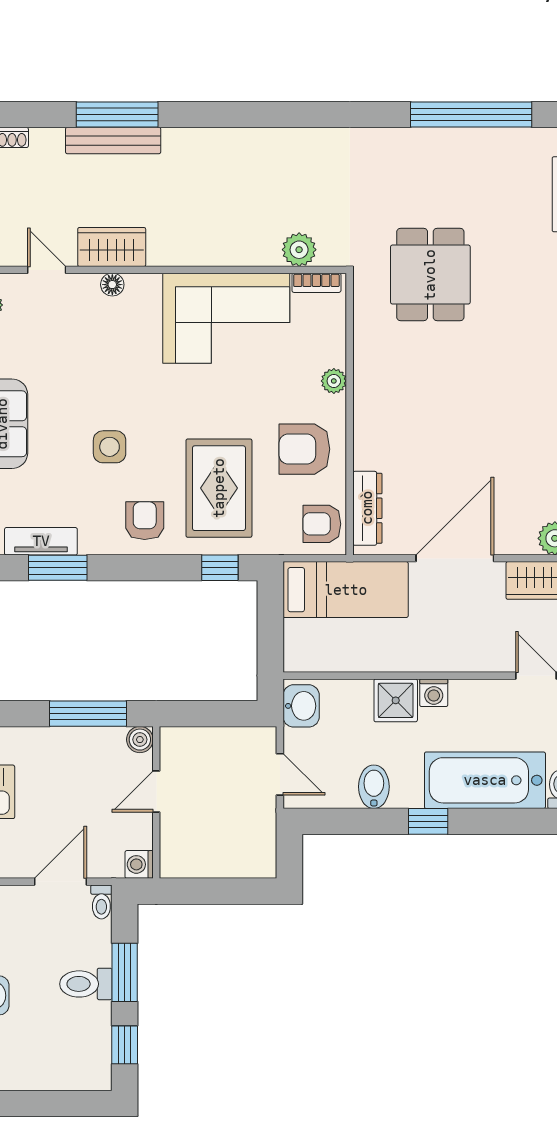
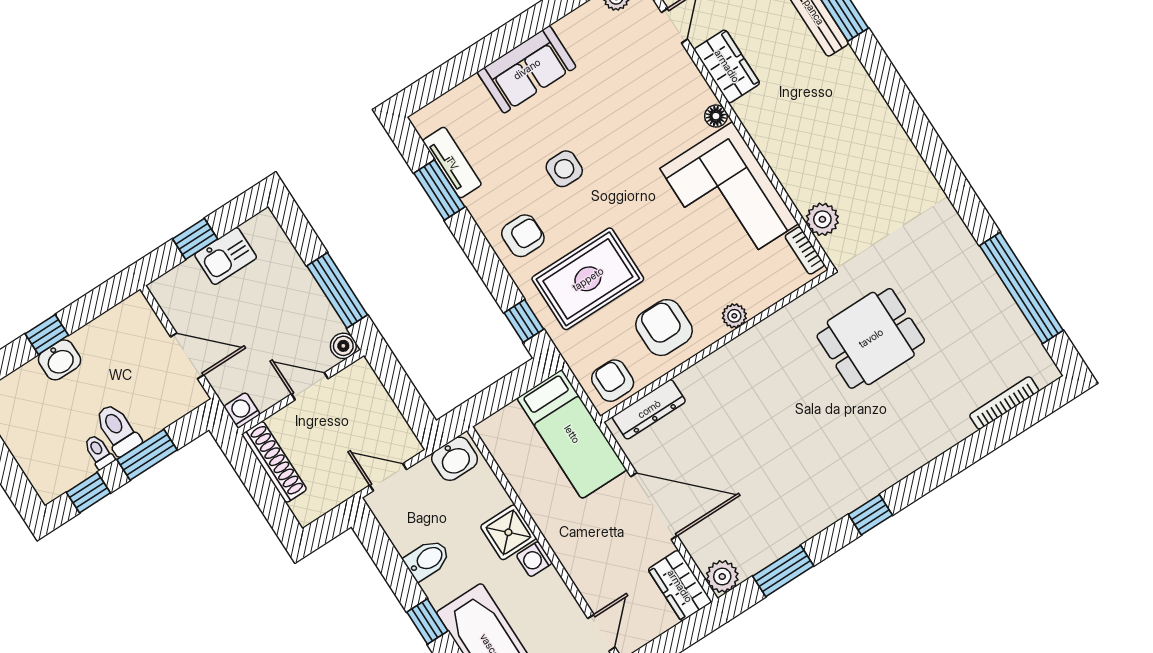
floor lamp: (112, 285) -> (716, 116), moved
door: (280, 774) -> (388, 477), swing flipped
shoe rack: (202, 865) -> (274, 462), added
toilet: (101, 902) -> (99, 452), moved, turned 90

